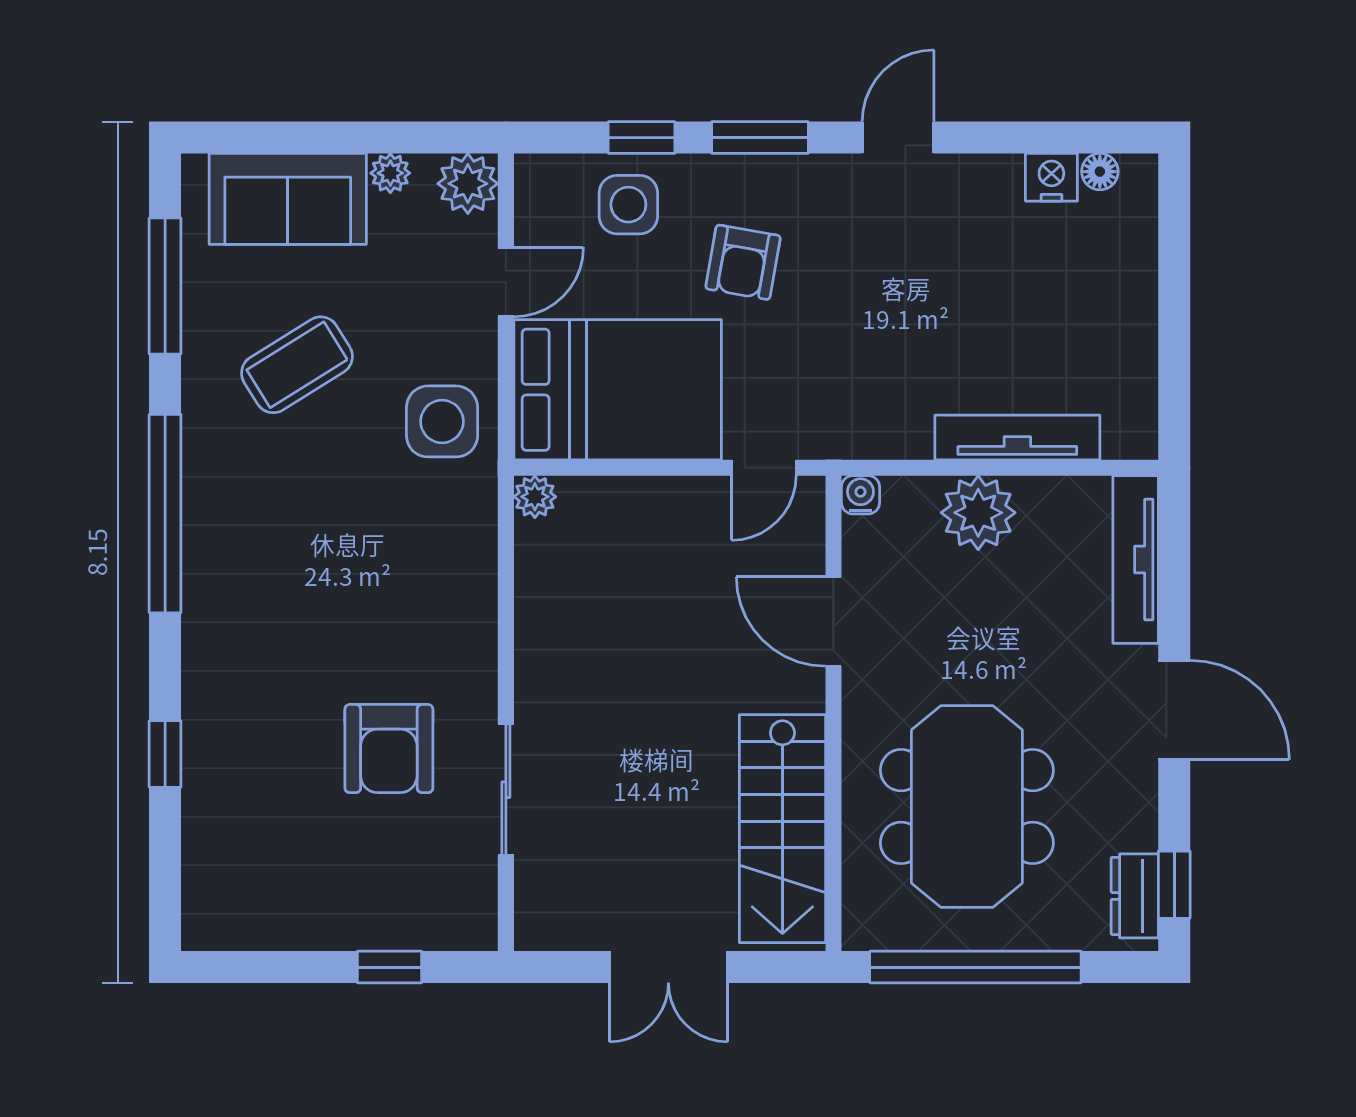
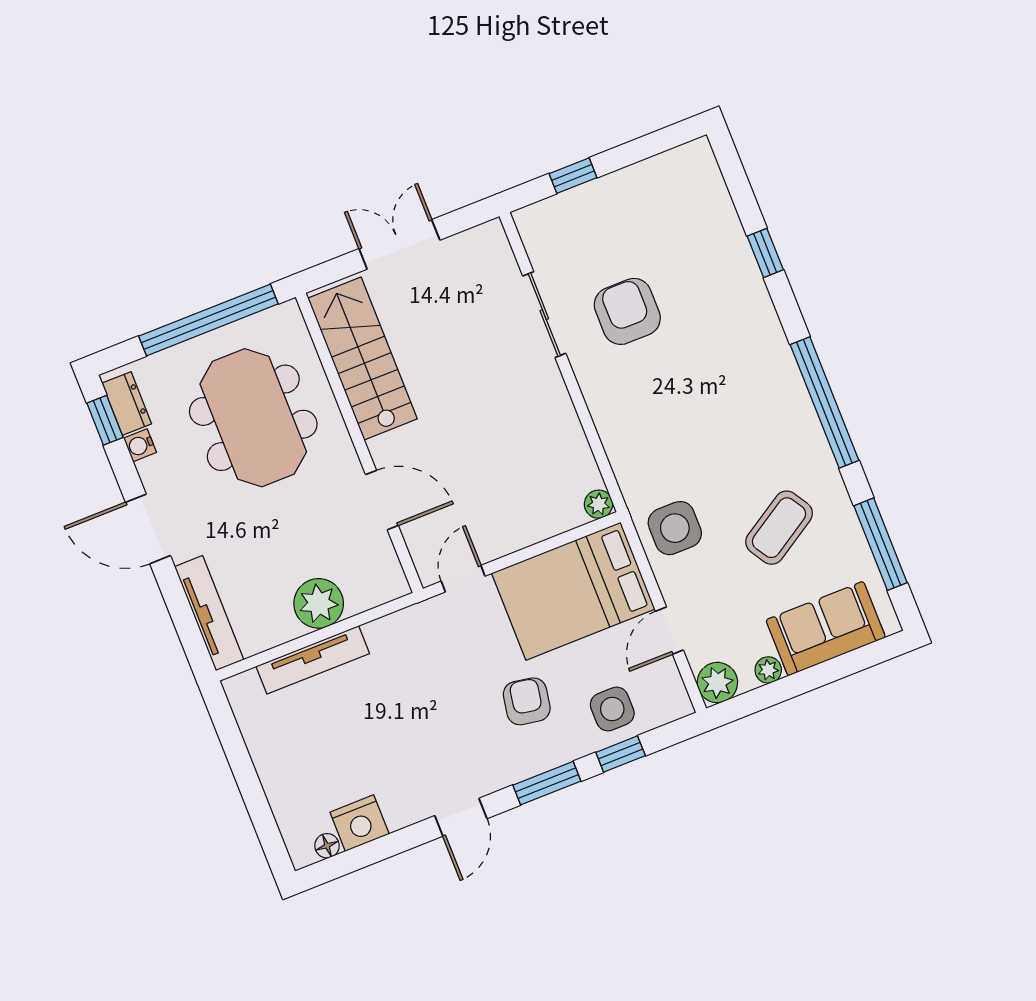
nightstand: (1051, 177) -> (360, 823), width x1.36, depth x1.33
water cooler: (860, 495) -> (140, 445), moved, turned 90

